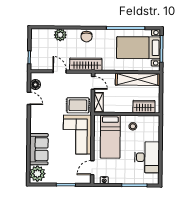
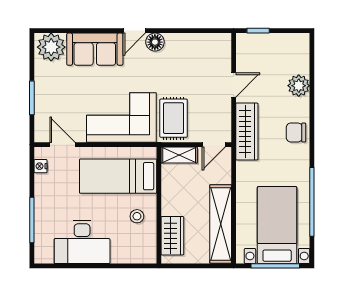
floor lamp: (35, 85) -> (155, 42), moved
door: (29, 98) -> (134, 31), moved

